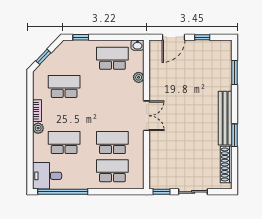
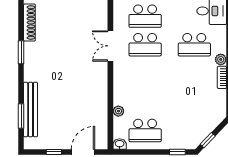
window: (43, 57) -> (208, 140), moved
school desk: (64, 86) -> (194, 102), removed
double door: (147, 116) -> (110, 46), moved
bench: (225, 118) -> (31, 109), moved

